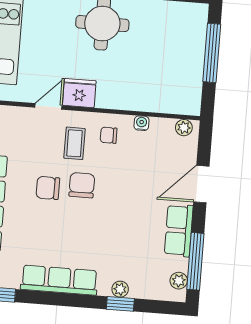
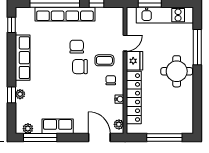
locker: (141, 99) -> (134, 98), added
door: (48, 106) -> (125, 43), hinge flipped
door: (201, 184) -> (99, 137), moved
chair: (82, 185) -> (80, 67), turned 180

